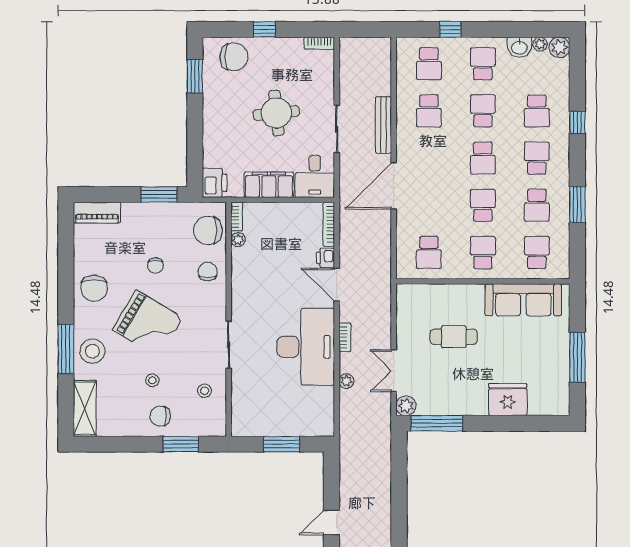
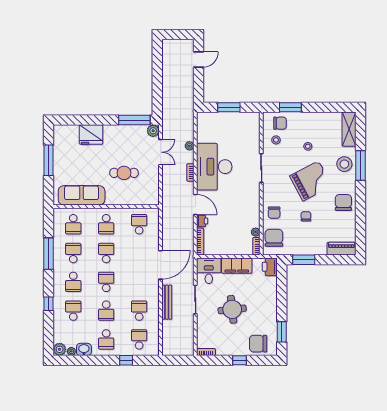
window: (577, 204) -> (49, 254), width x1.44
school desk: (483, 205) -> (106, 253), turned 180
chair: (208, 230) -> (274, 238), turned -90
grand piano: (148, 324) -> (311, 181), turned 121
chair: (160, 416) -> (280, 123), moved

